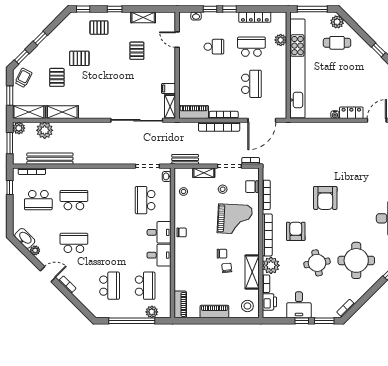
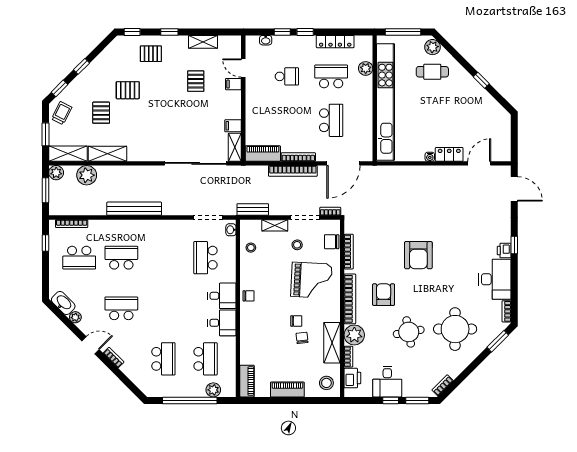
filing cabinet: (169, 53) -> (233, 84), added
bench: (50, 159) -> (134, 209), moved

